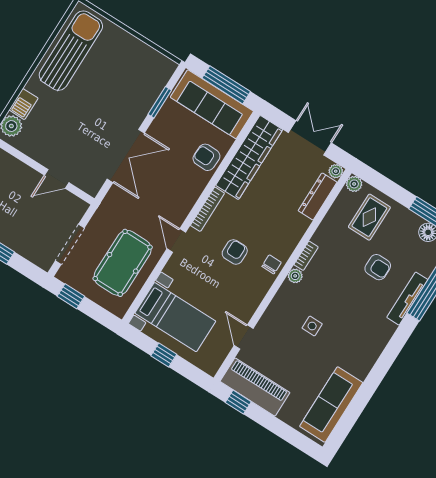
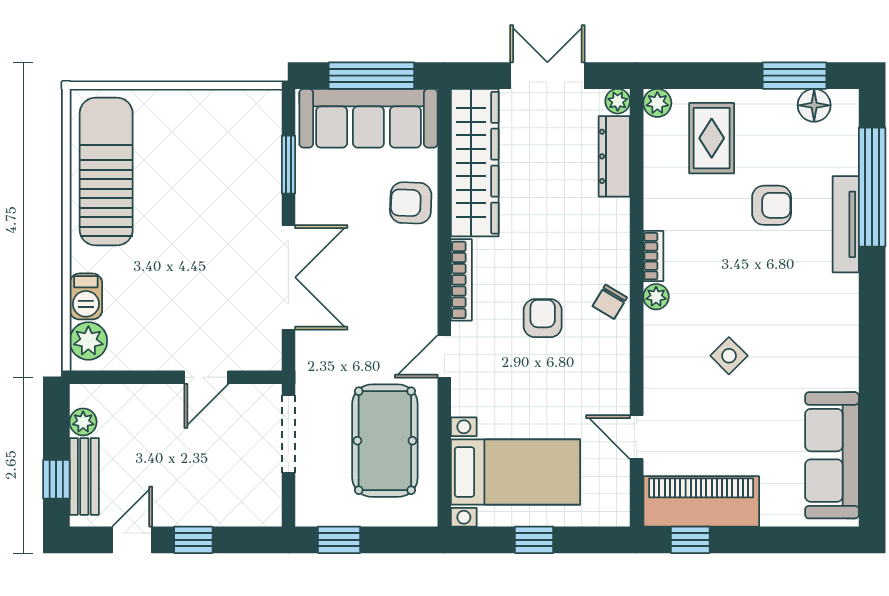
door: (176, 241) -> (444, 356), hinge flipped
doorway: (70, 244) -> (288, 434), moved
chair: (272, 264) -> (610, 302), turned -149
side table: (312, 326) -> (729, 356), turned 45

